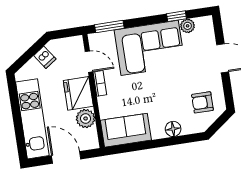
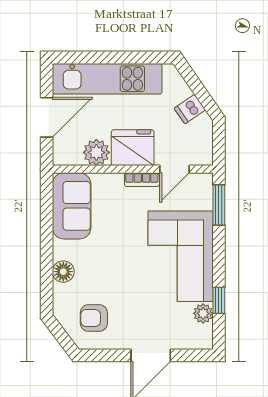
armchair: (202, 102) -> (94, 318), turned -90

